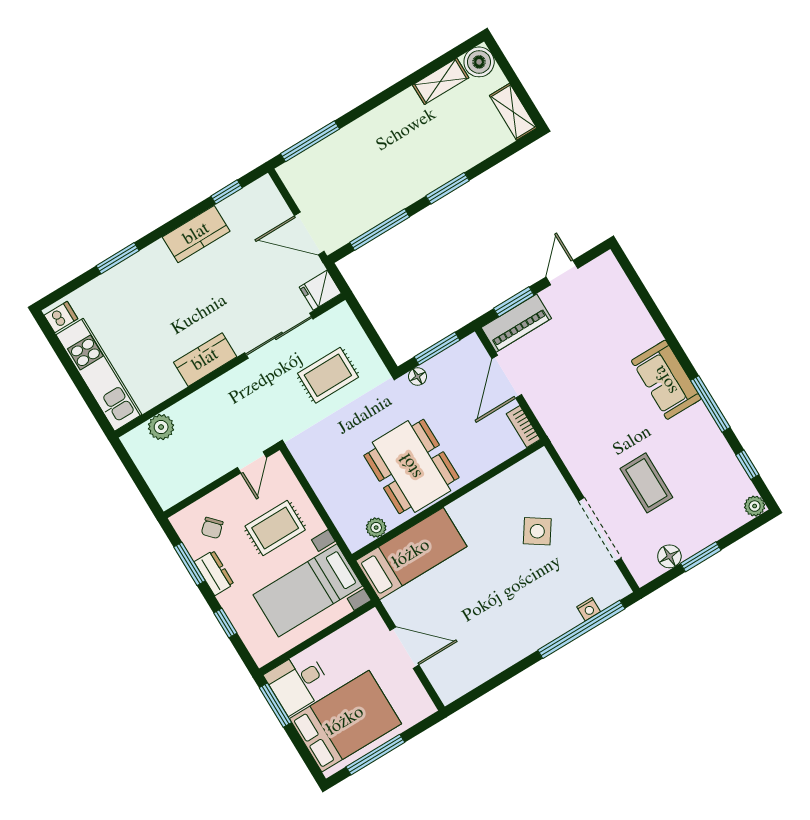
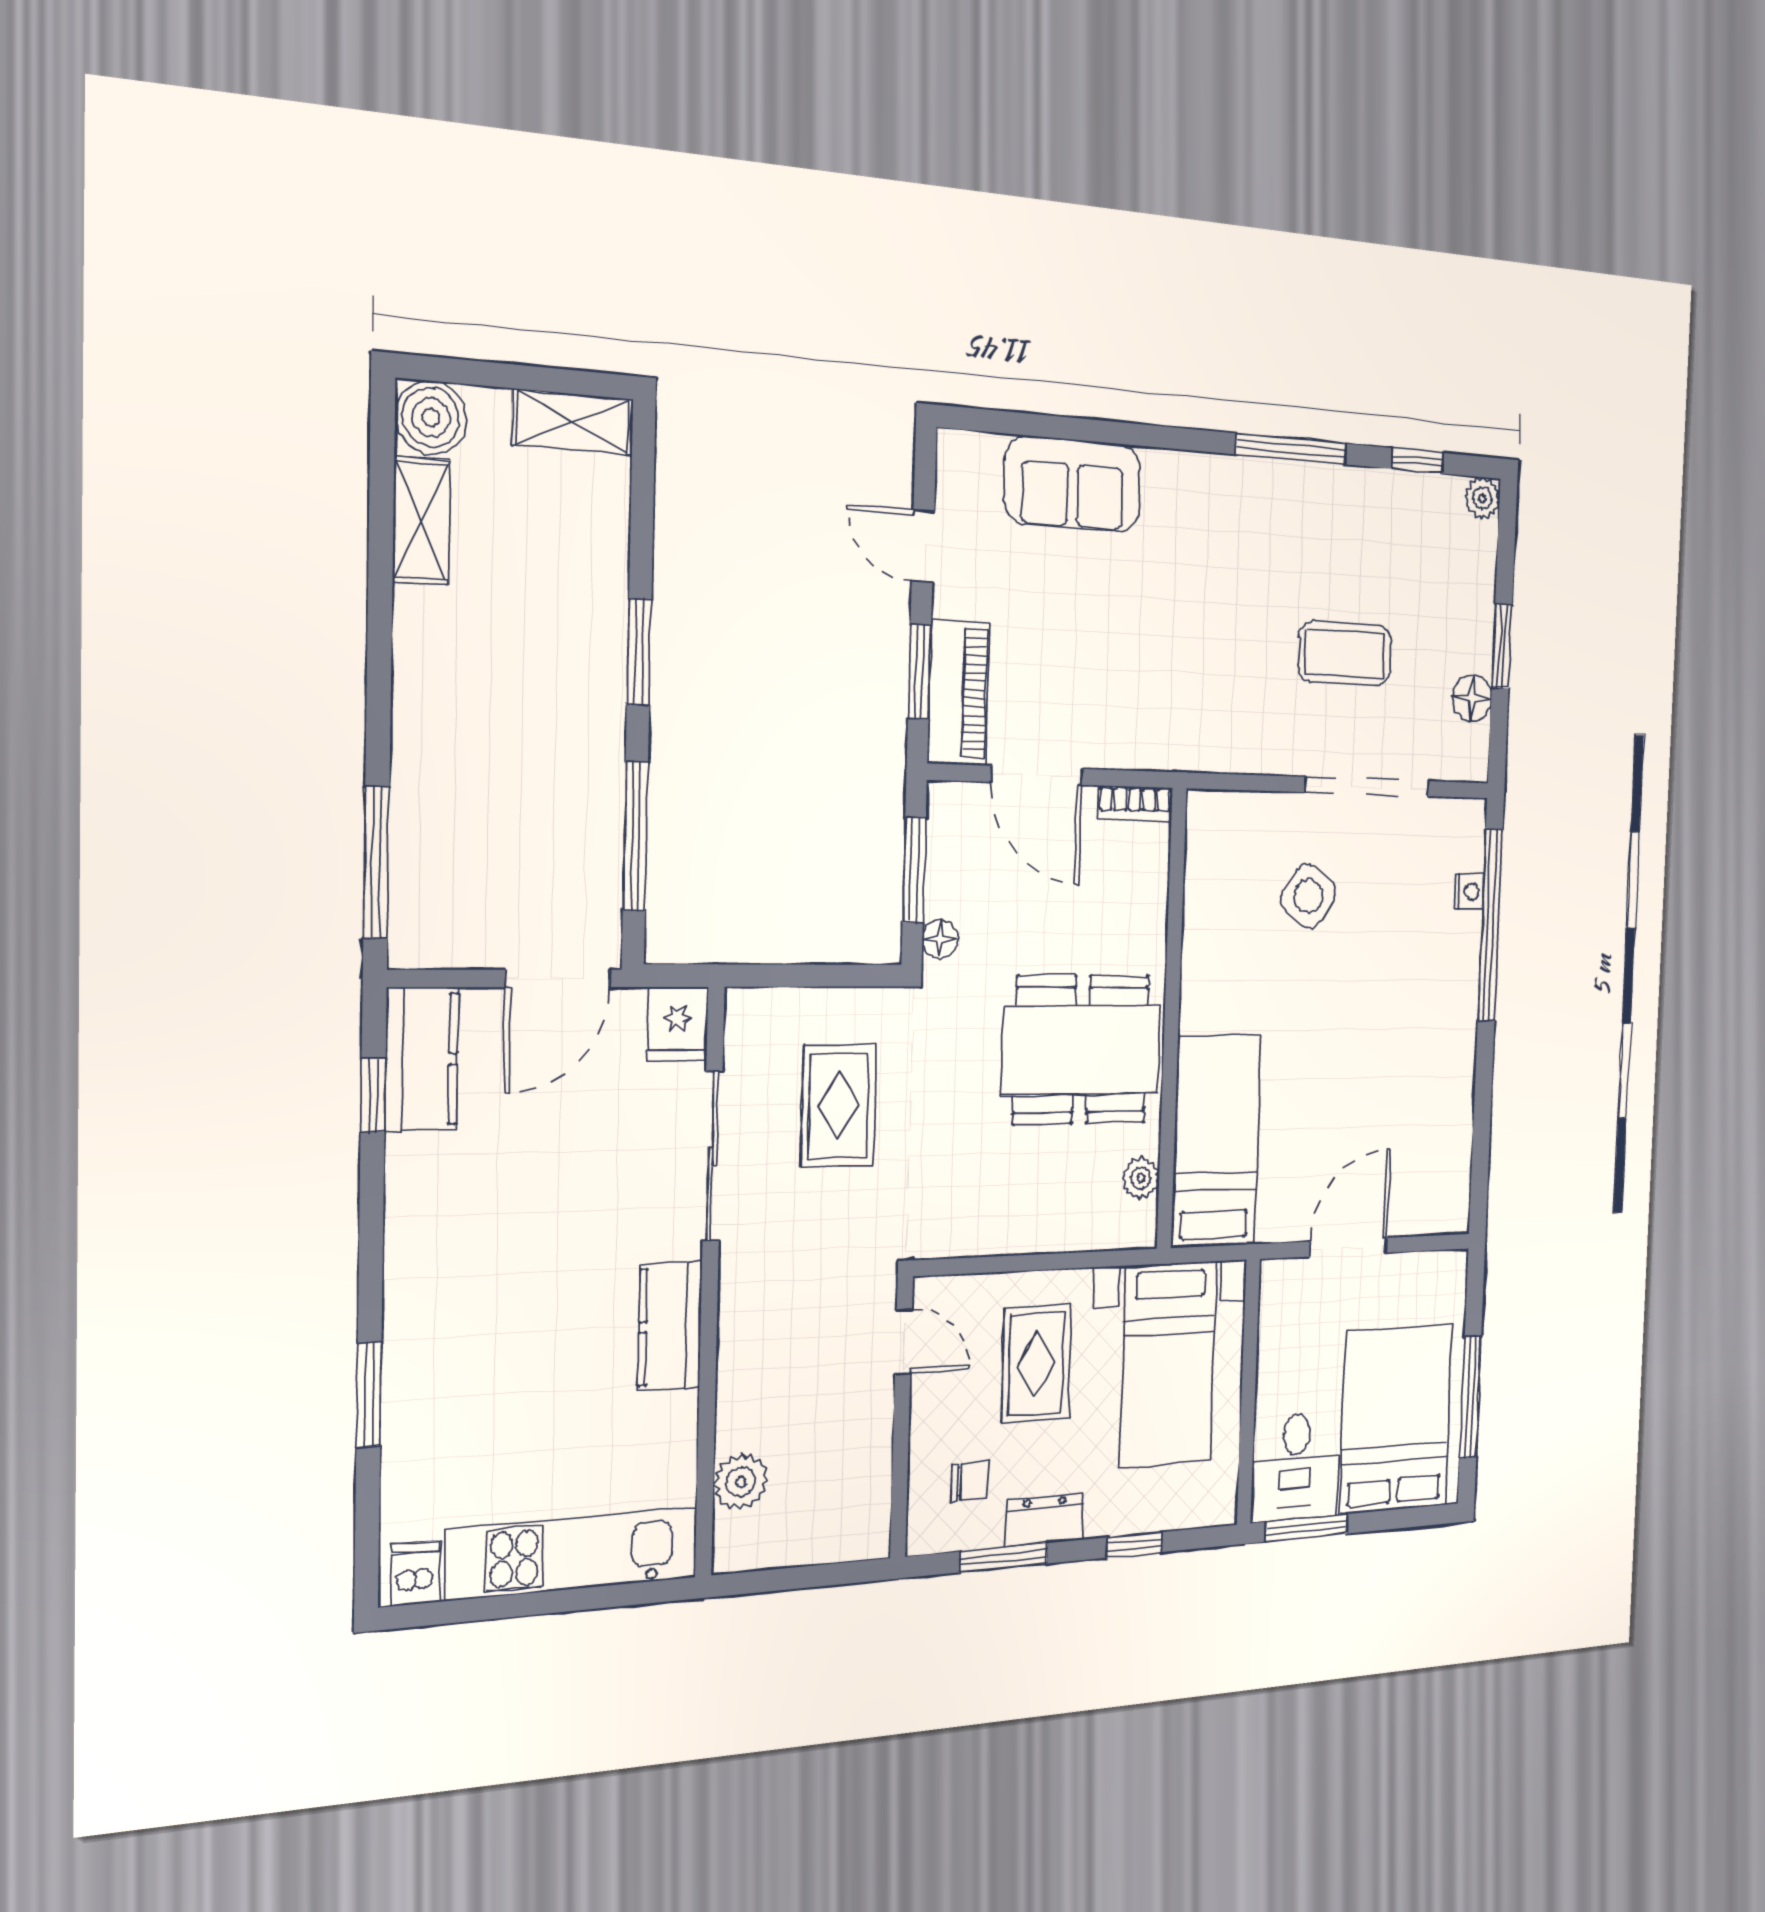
kitchen counter: (196, 234) -> (422, 1059), moved
sofa: (666, 380) -> (1073, 484), moved
chair: (212, 528) -> (969, 1481), turned -47

